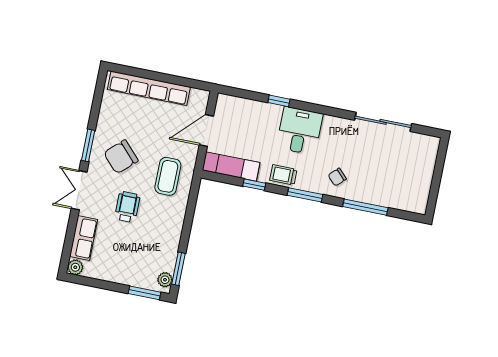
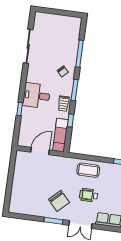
row of seats: (149, 88) -> (17, 187), removed
door: (206, 130) -> (40, 151), swing flipped
coffee table: (168, 176) -> (88, 170), moved

